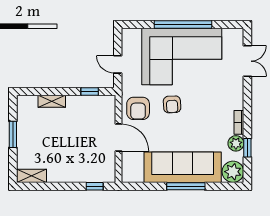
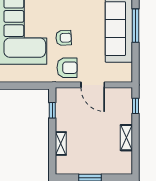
door: (118, 64) -> (28, 86), removed
door: (118, 138) -> (93, 85), swing flipped
shelving: (31, 176) -> (126, 138), moved

